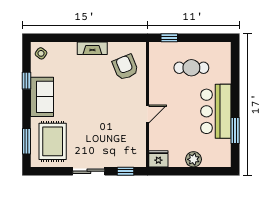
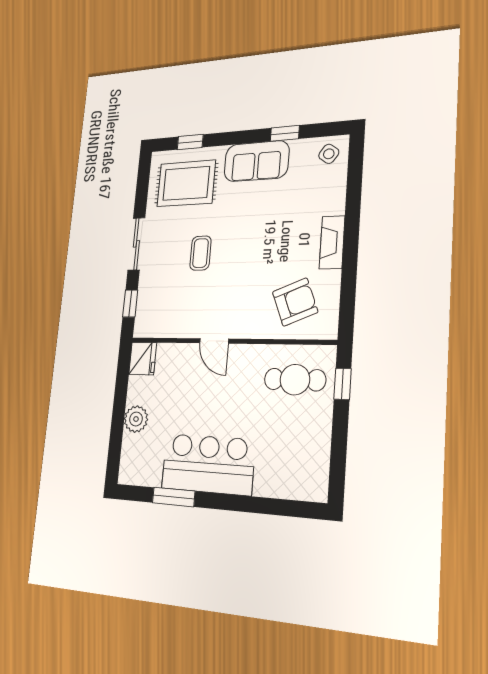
cafe table: (191, 68) -> (295, 380), moved, turned 90
coffee table: (96, 128) -> (200, 253), added
window: (26, 141) -> (190, 142), width x0.67

